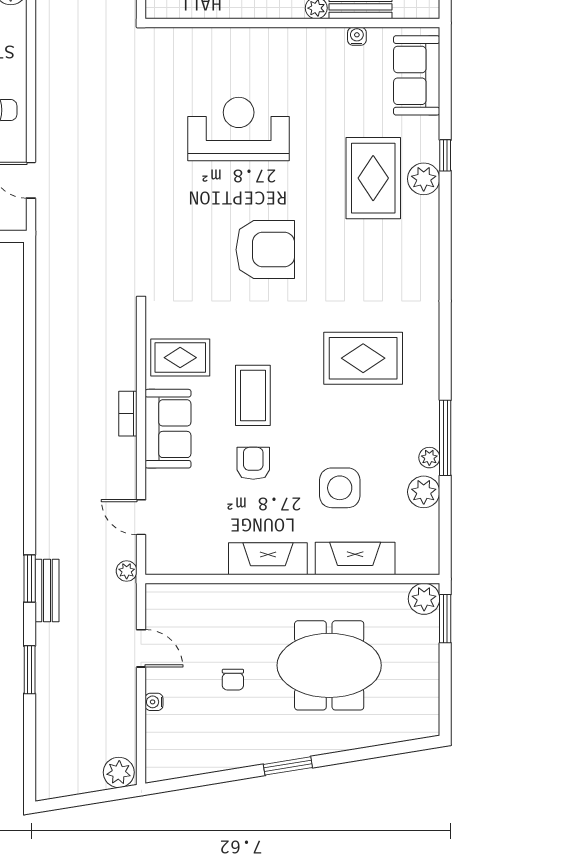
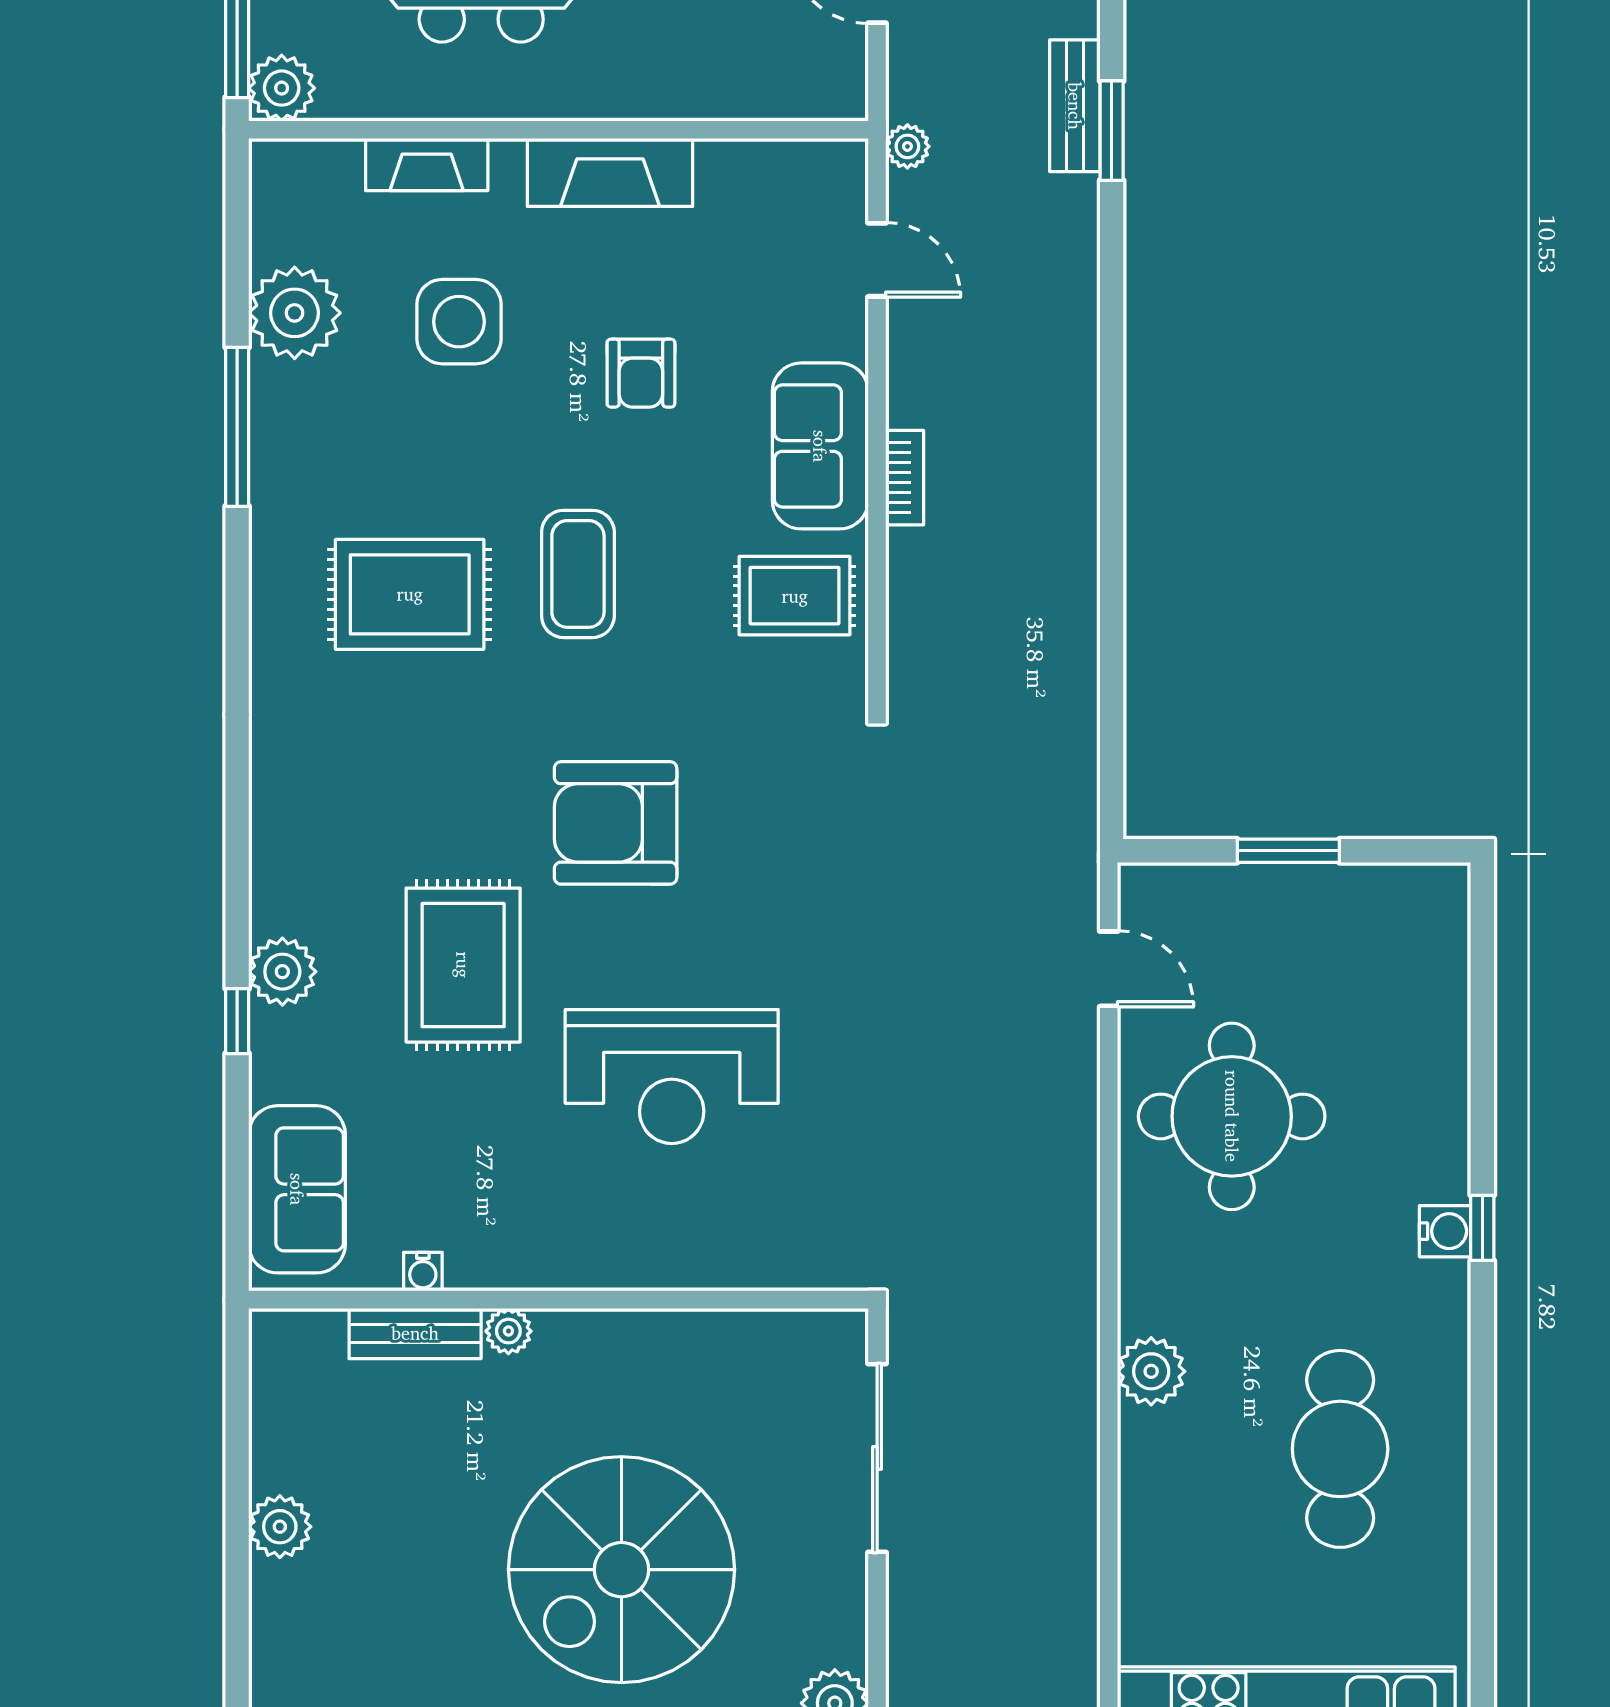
rug: (373, 178) -> (463, 965), moved
coffee table: (253, 395) -> (578, 574), moved
plant: (429, 458) -> (270, 385), removed
plant: (424, 492) -> (295, 313), width x1.36, depth x1.36
fireplace: (355, 559) -> (427, 165), width x0.73, depth x0.76

